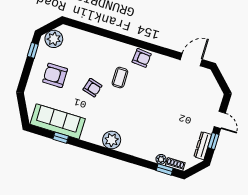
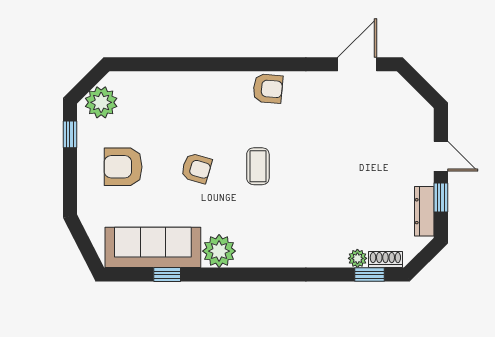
coffee table: (120, 78) -> (258, 166), moved
plant: (112, 140) -> (219, 251), moved

